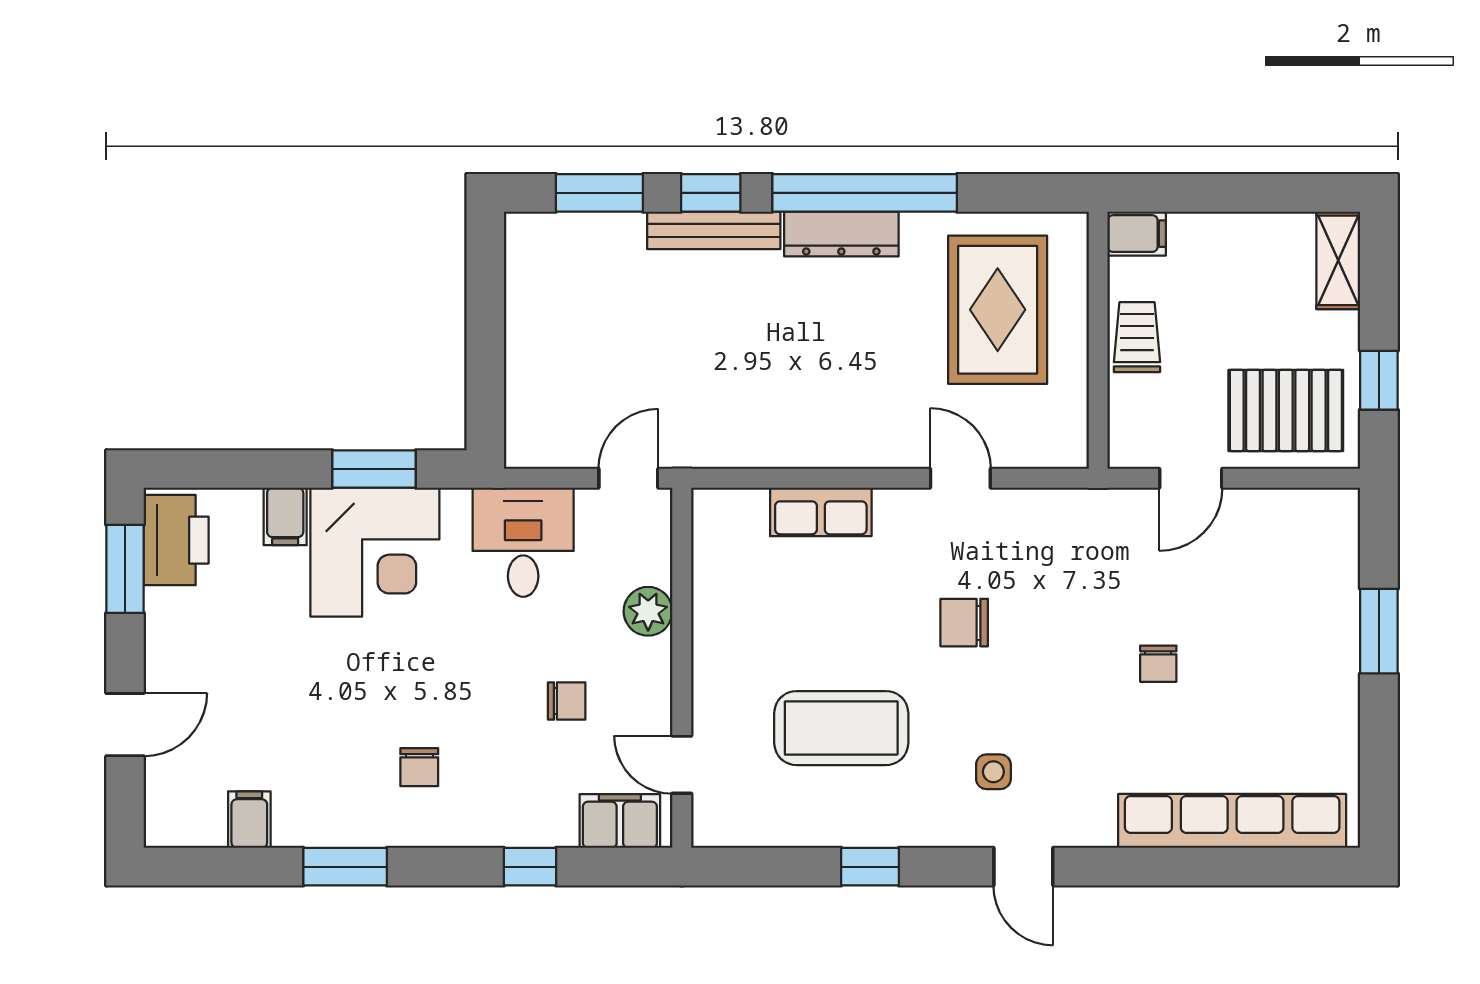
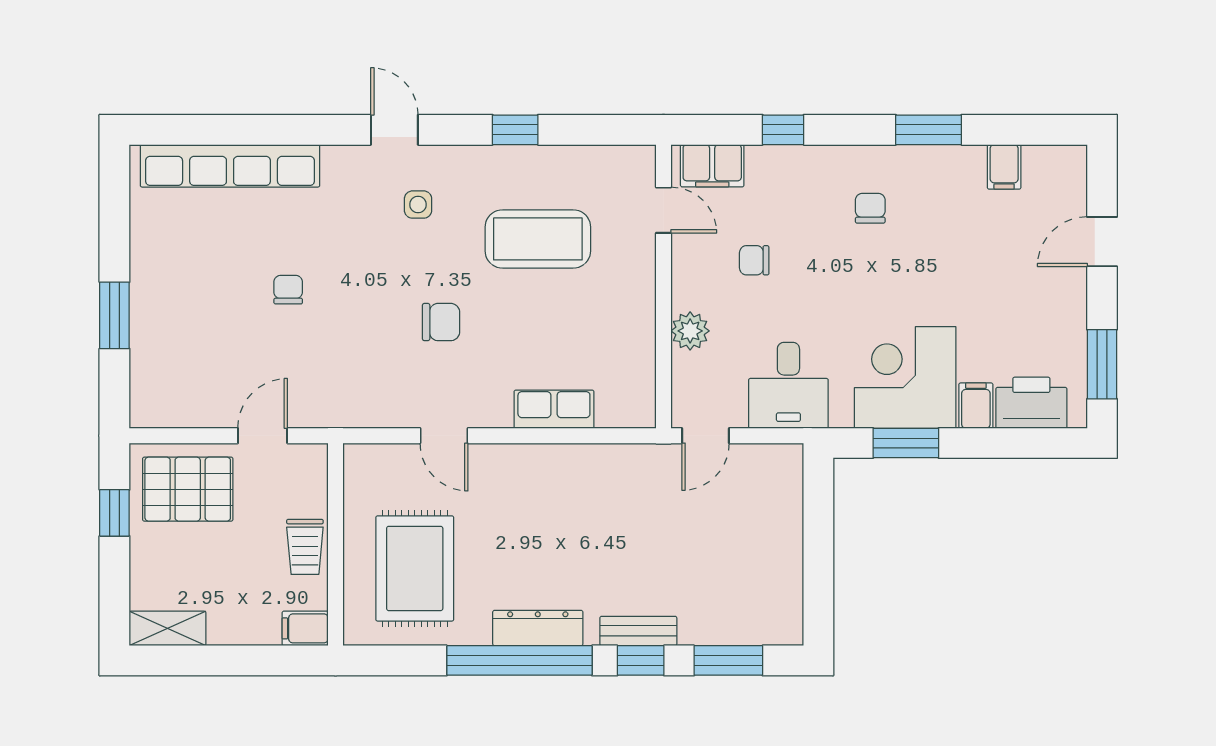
bench: (714, 230) -> (638, 631), width x0.73
shelving: (1338, 260) -> (168, 628), moved, turned 90
printer: (176, 540) -> (1031, 403), moved, turned 90

